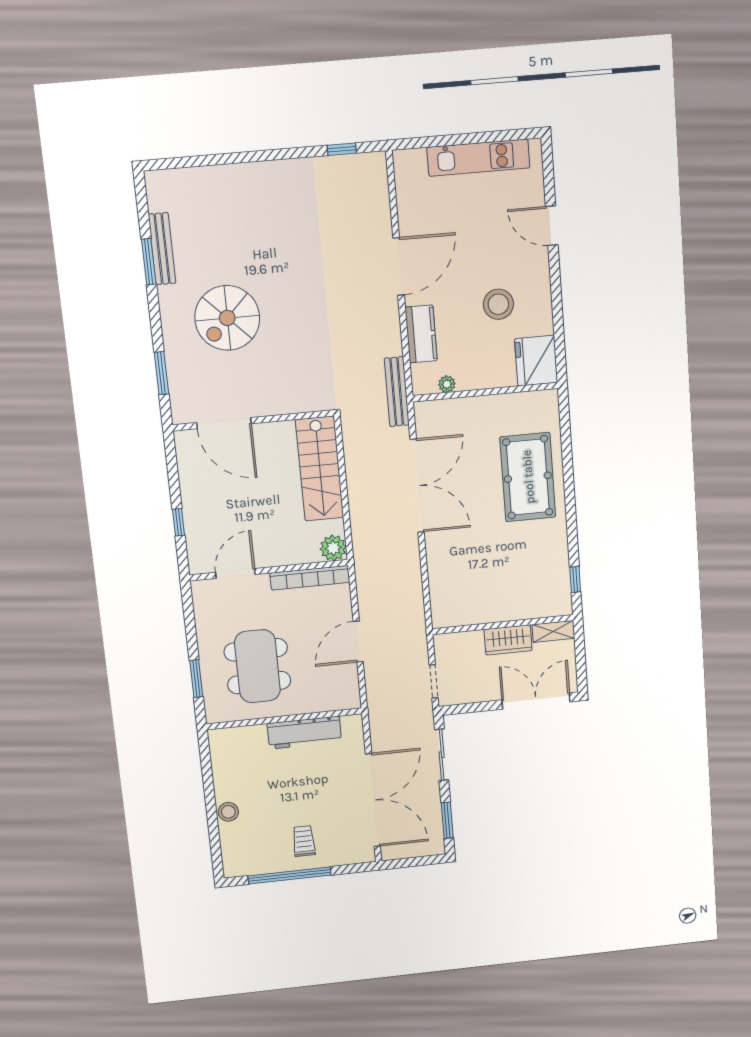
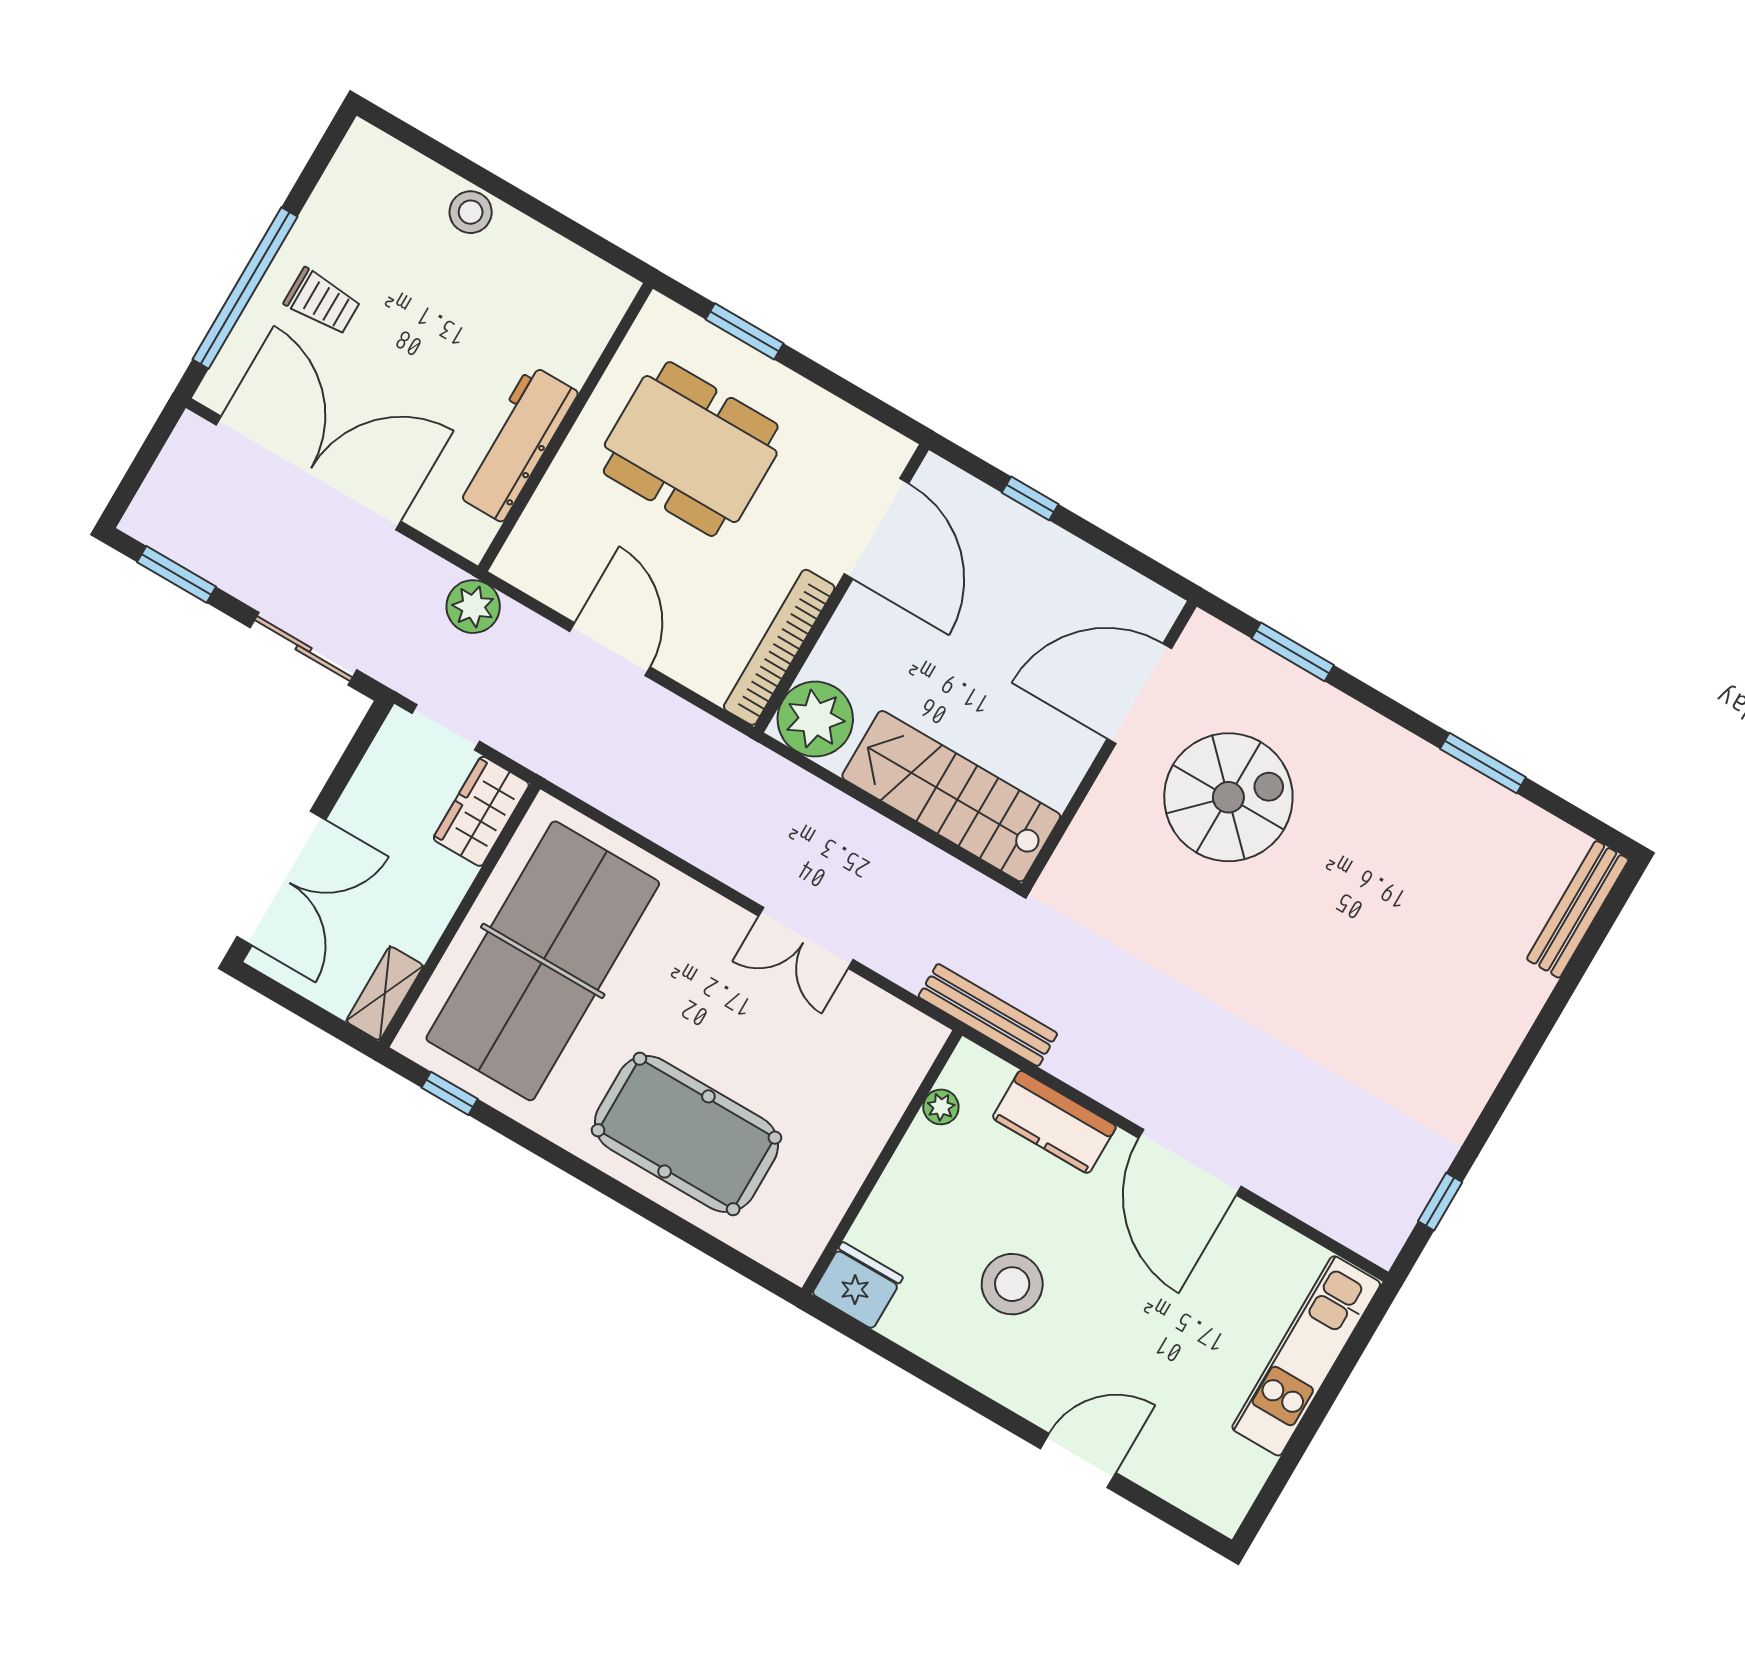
kitchen unit: (478, 158) -> (1306, 1356), moved
bench: (162, 249) -> (1578, 909), moved, turned 90
spiral stairs: (227, 318) -> (1228, 797), moved, turned 90
fridge: (536, 361) -> (857, 1285), width x0.73, depth x0.75
double door: (417, 486) -> (806, 938), width x0.54
plant: (333, 548) -> (815, 719), width x1.36, depth x1.36
door: (235, 573) -> (876, 529), width x1.36
table tennis table: (498, 581) -> (543, 961), added
wardrobe: (508, 640) -> (481, 811), moved
plant: (379, 704) -> (473, 607), added
double door: (373, 800) -> (308, 473), swing flipped
window: (290, 875) -> (245, 288), moved

